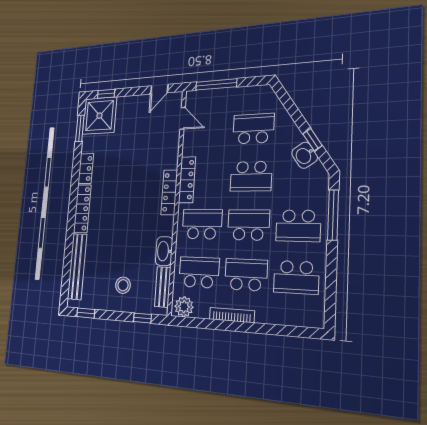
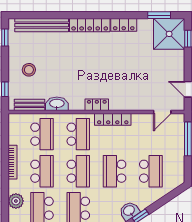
locker: (169, 192) -> (97, 105), width x0.66
plant: (184, 307) -> (16, 201), moved

